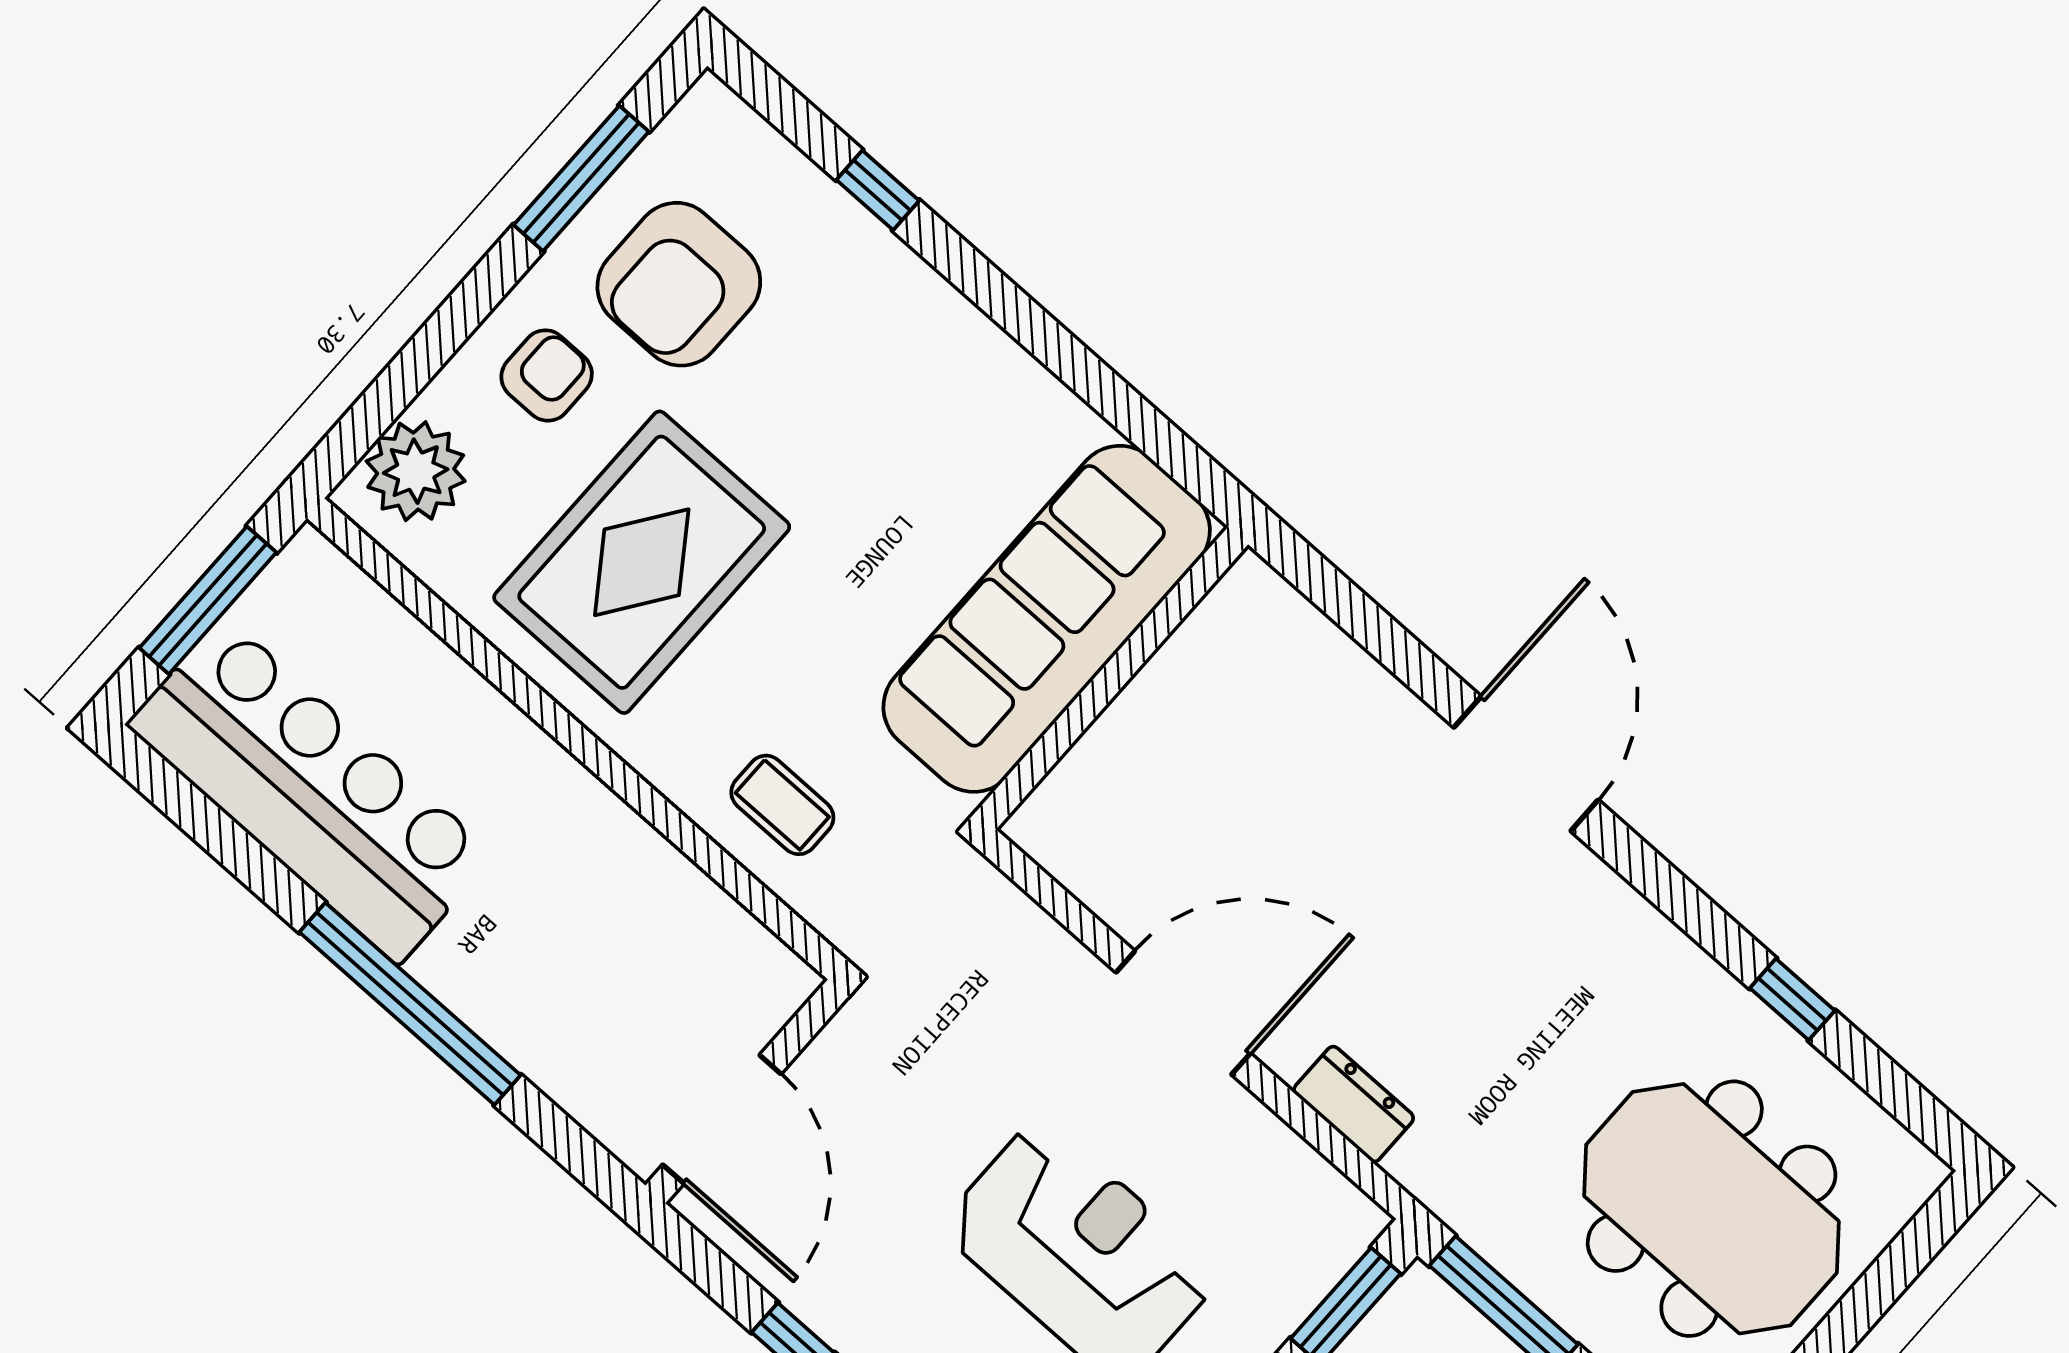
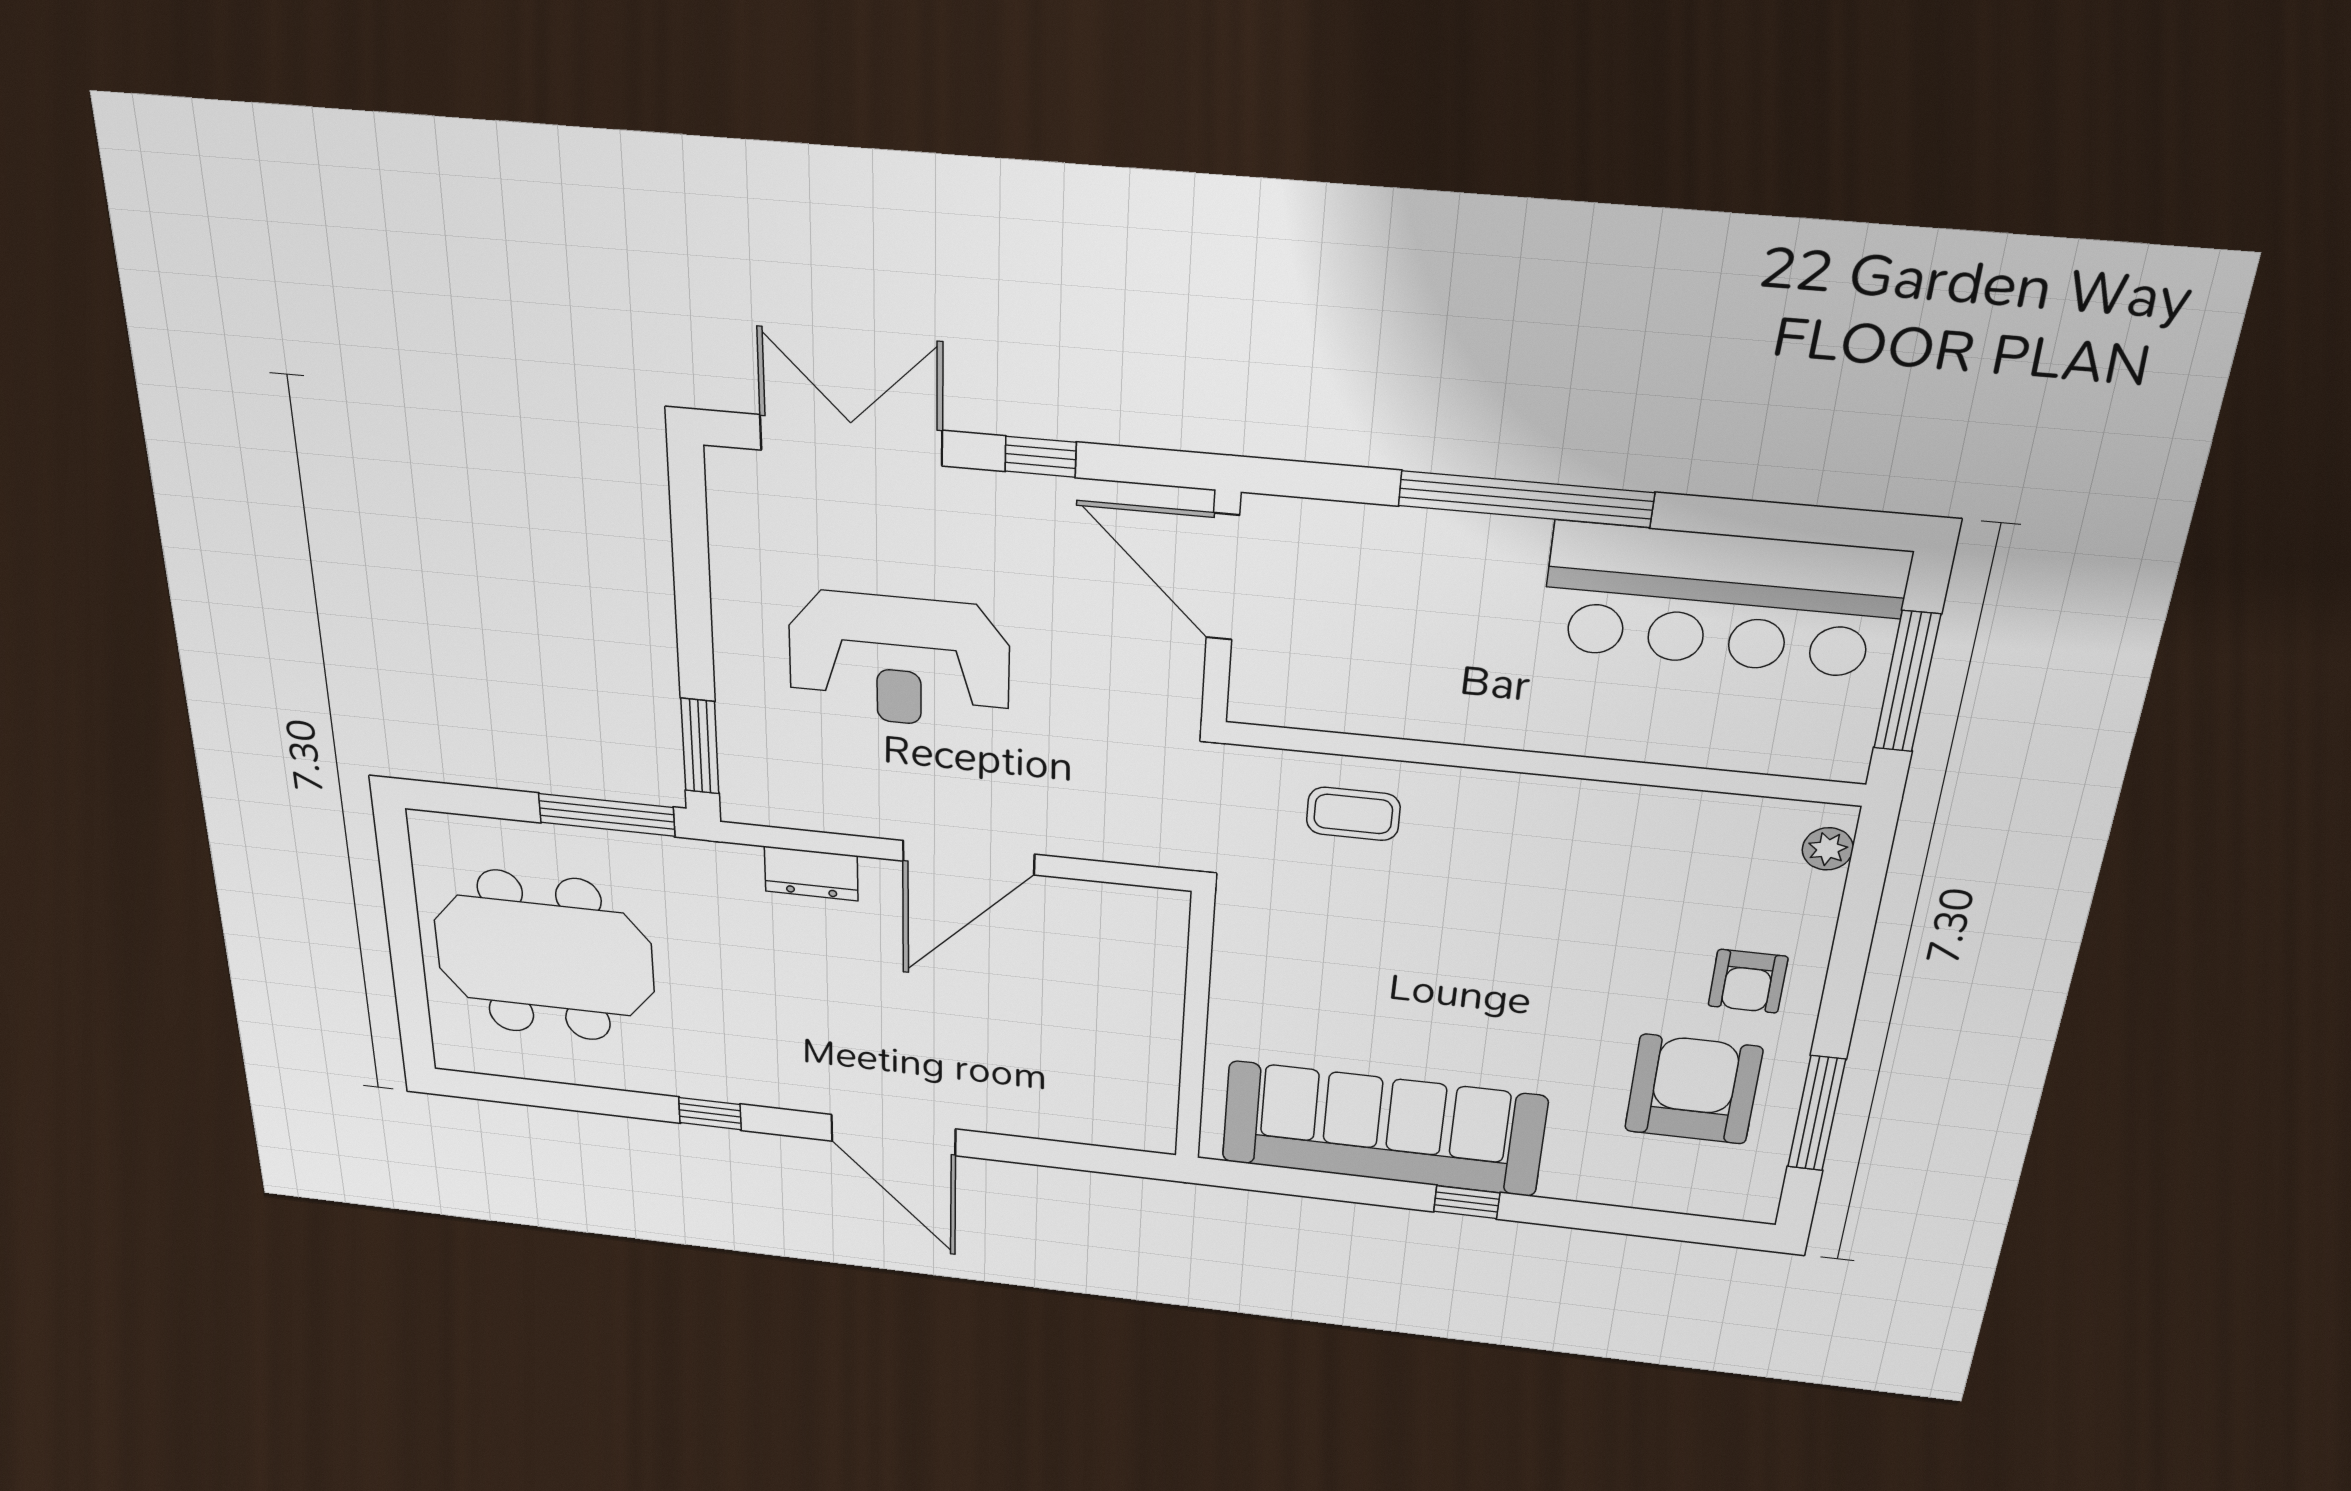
window: (878, 190) -> (1467, 1202), moved
plant: (416, 471) -> (1828, 849), width x0.53, depth x0.53
rug: (642, 562) -> (1583, 906), removed
sofa: (1047, 619) -> (1383, 1129), moved, turned -90
window: (1792, 999) -> (710, 1114), moved

